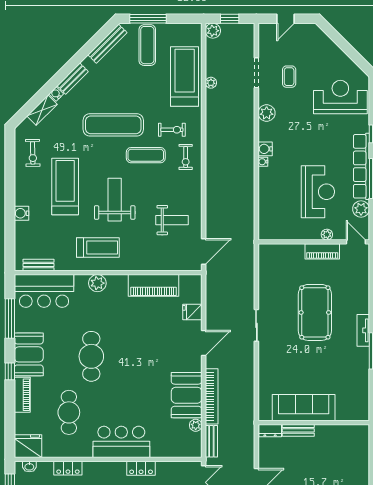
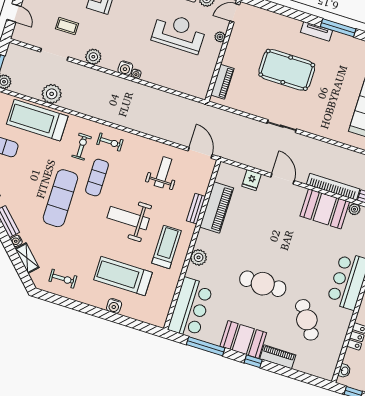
plant: (211, 83) -> (52, 94), width x1.88, depth x1.88
treadmill: (65, 187) -> (123, 276), moved
piano: (322, 251) -> (222, 82), moved
bench: (39, 265) -> (196, 209), moved
cafe table: (69, 412) -> (307, 320), turned 56
fridge: (28, 446) -> (326, 366), removed

